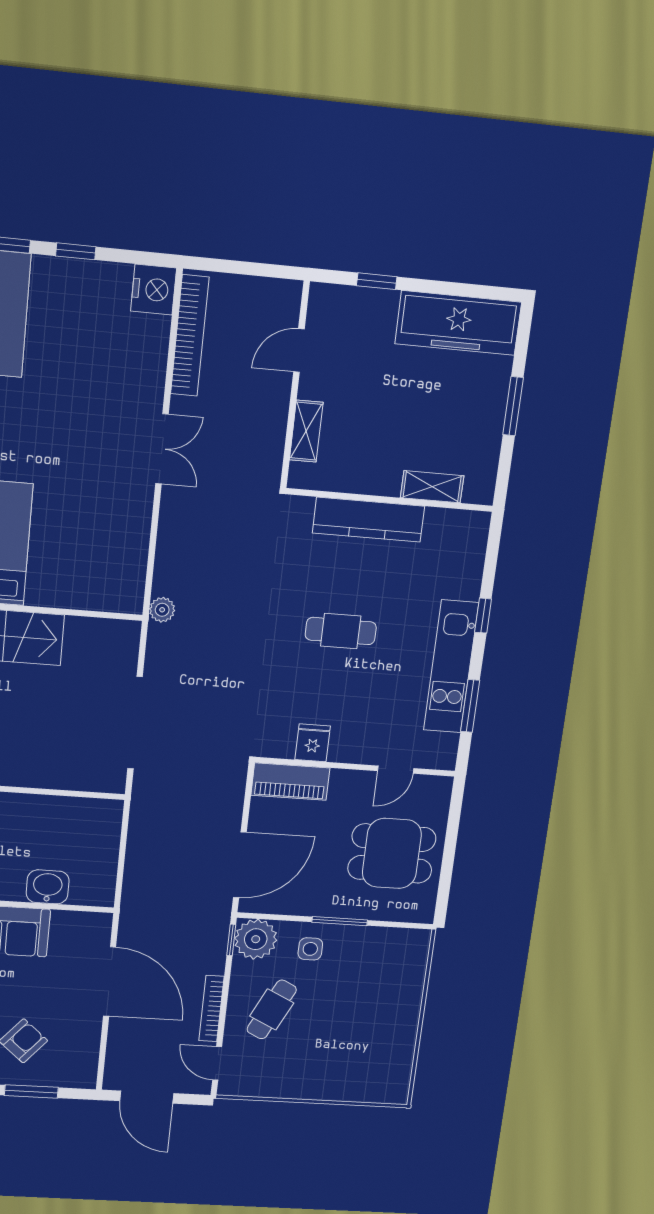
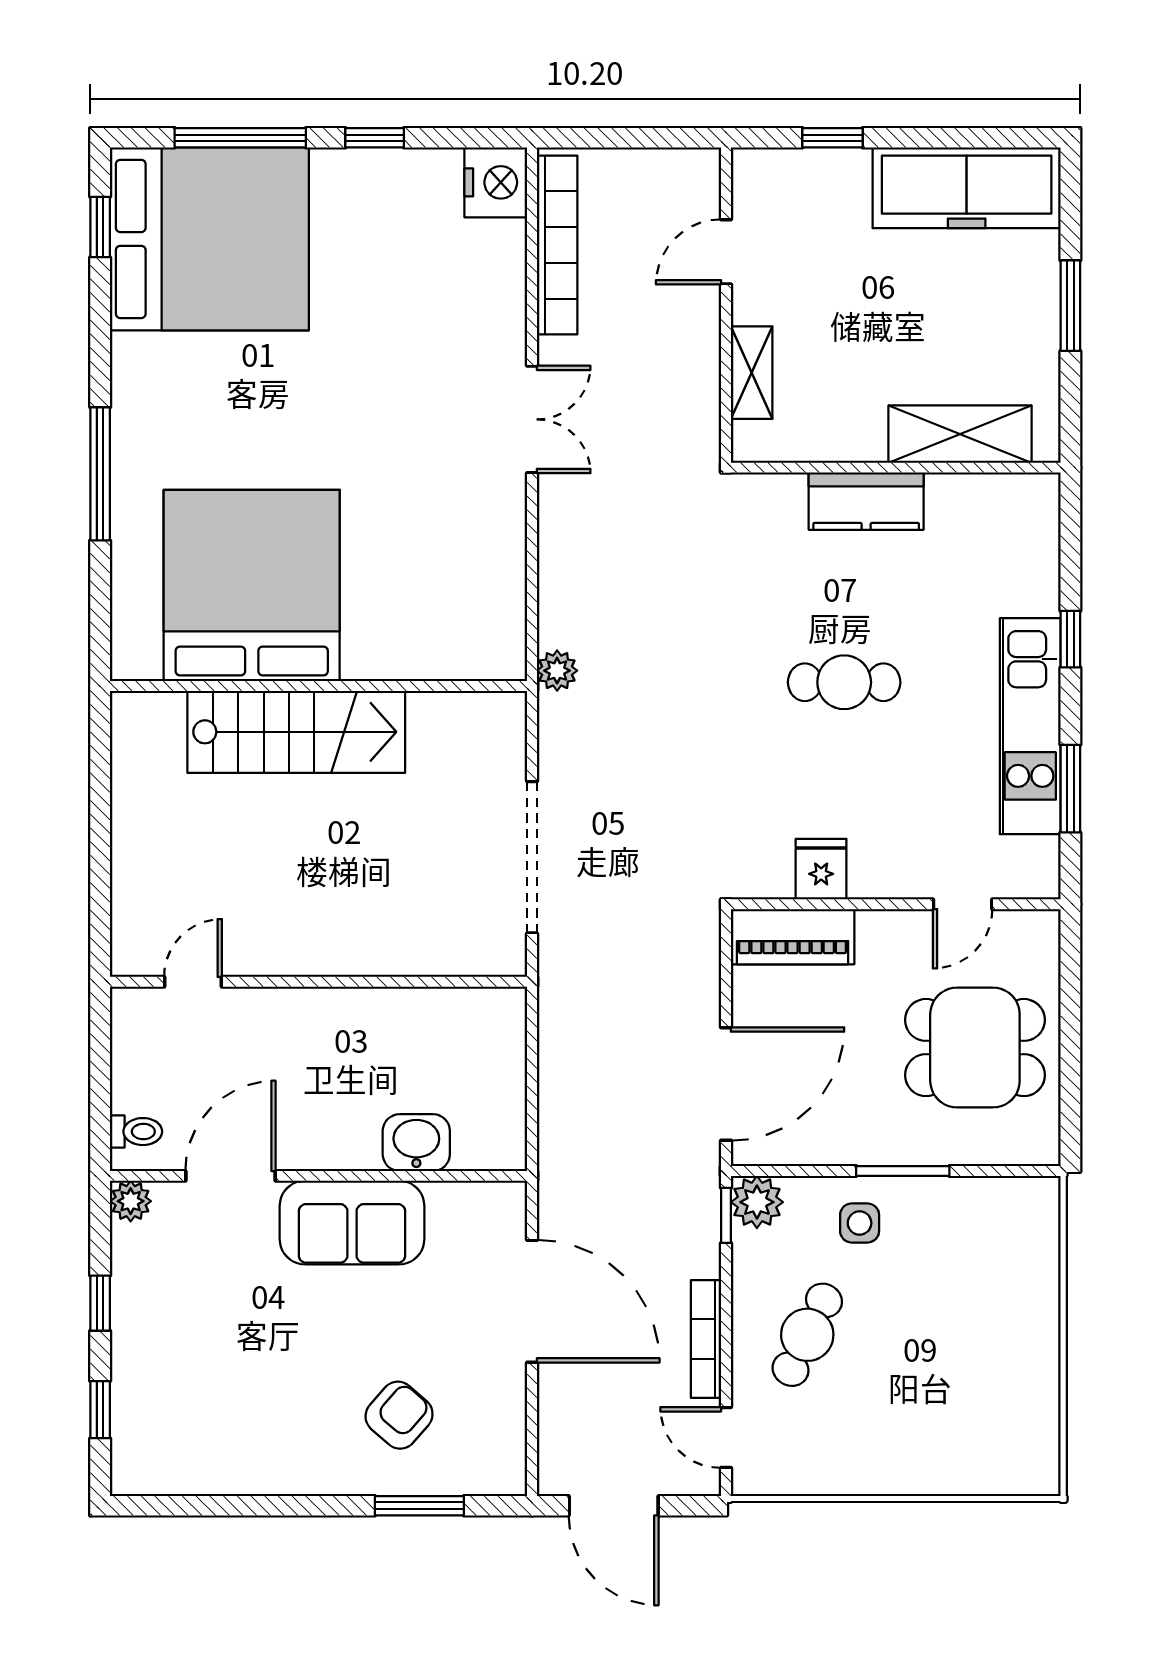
shelving: (432, 487) -> (960, 434), width x1.50, depth x1.33
kitchen counter: (369, 520) -> (866, 501), width x0.67
plant: (256, 939) -> (757, 1202), width x0.73, depth x0.73

